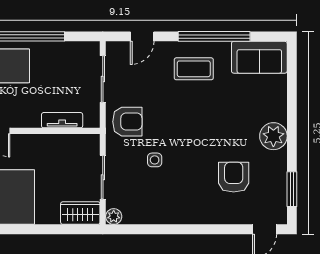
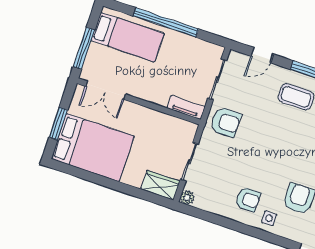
tv unit: (62, 120) -> (186, 107), moved
side table: (155, 160) -> (269, 218), moved
armchair: (179, 196) -> (248, 199), added

